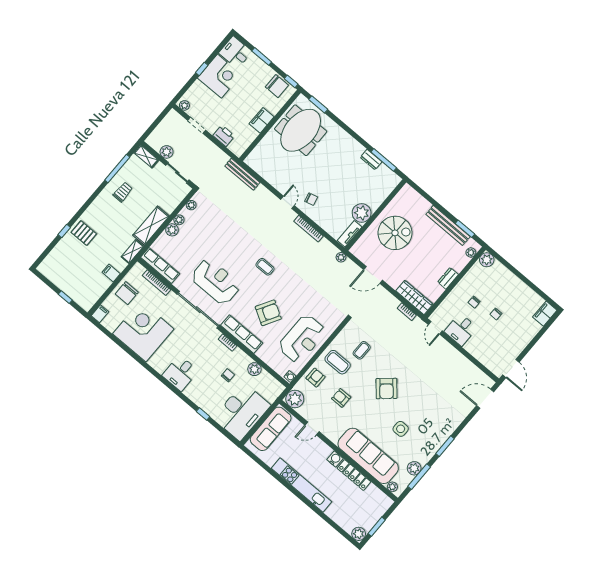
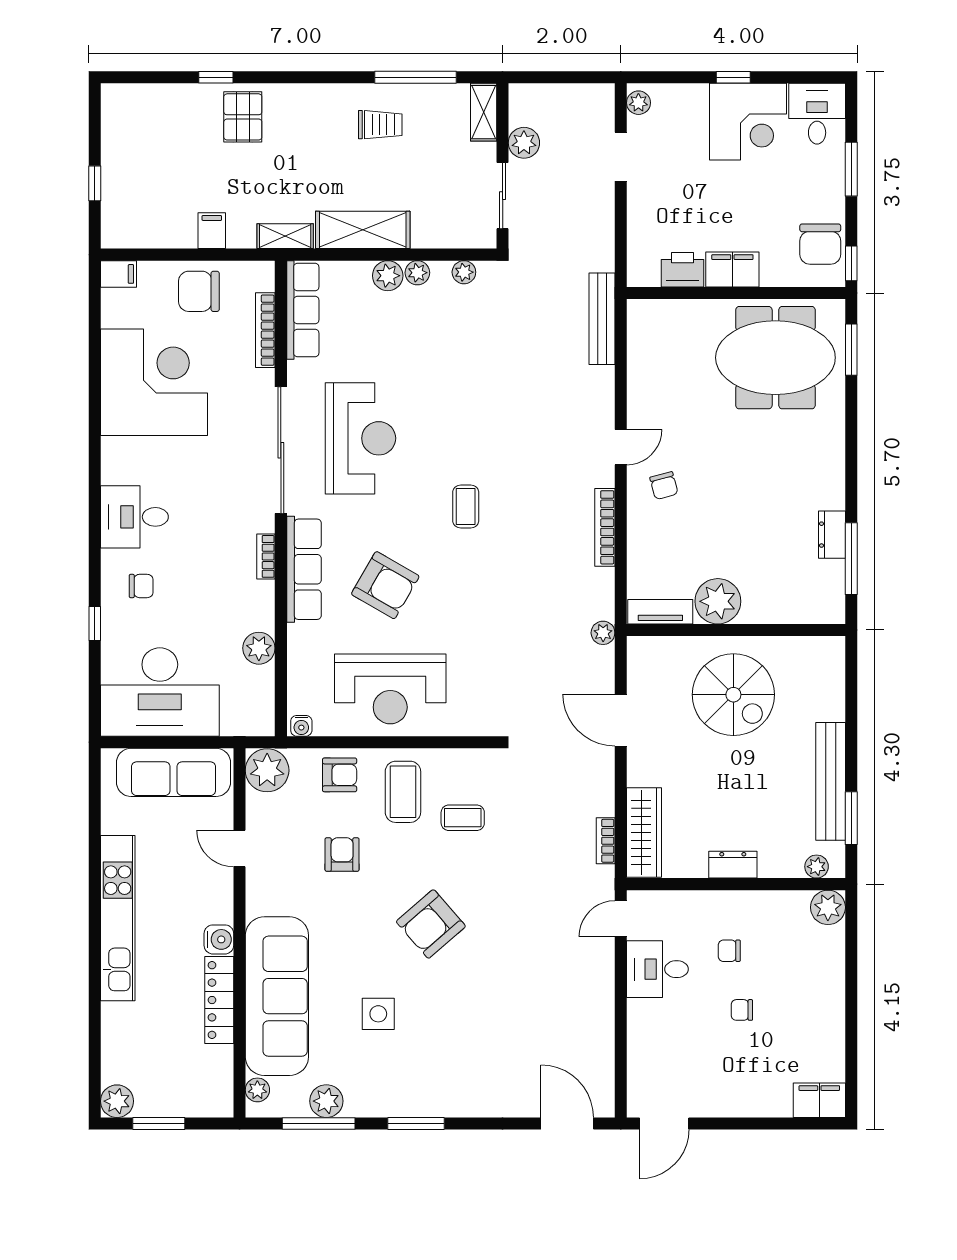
printer: (224, 136) -> (682, 270), moved, turned -90
chair: (228, 375) -> (141, 586), moved

